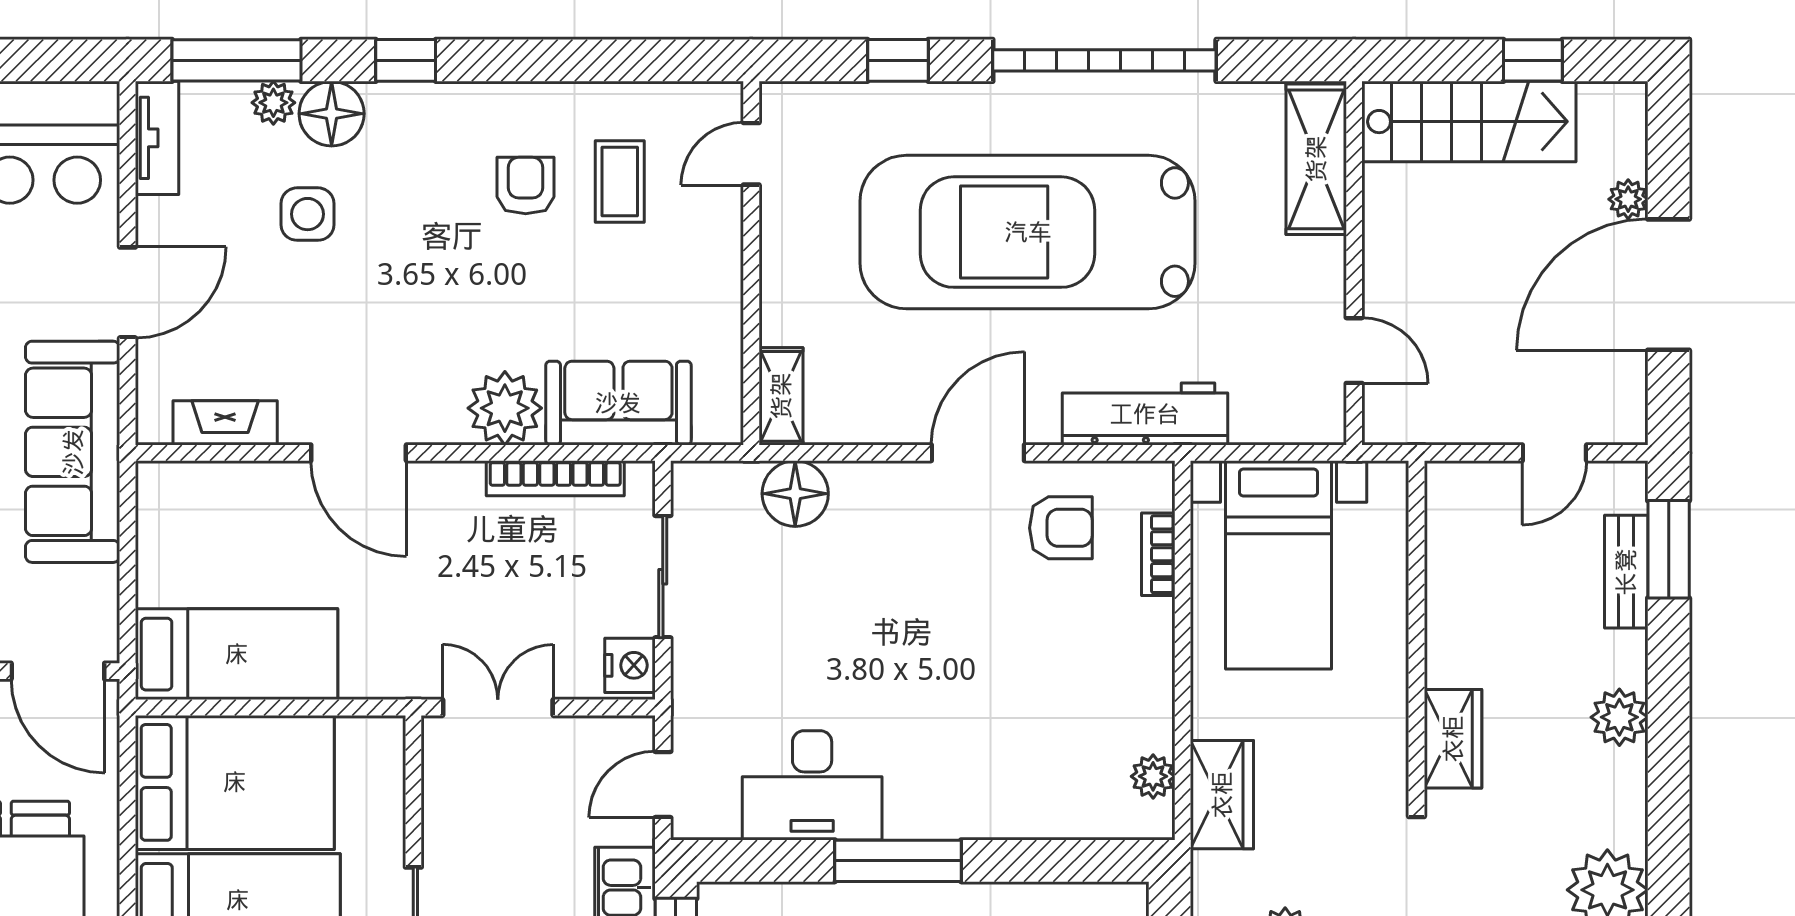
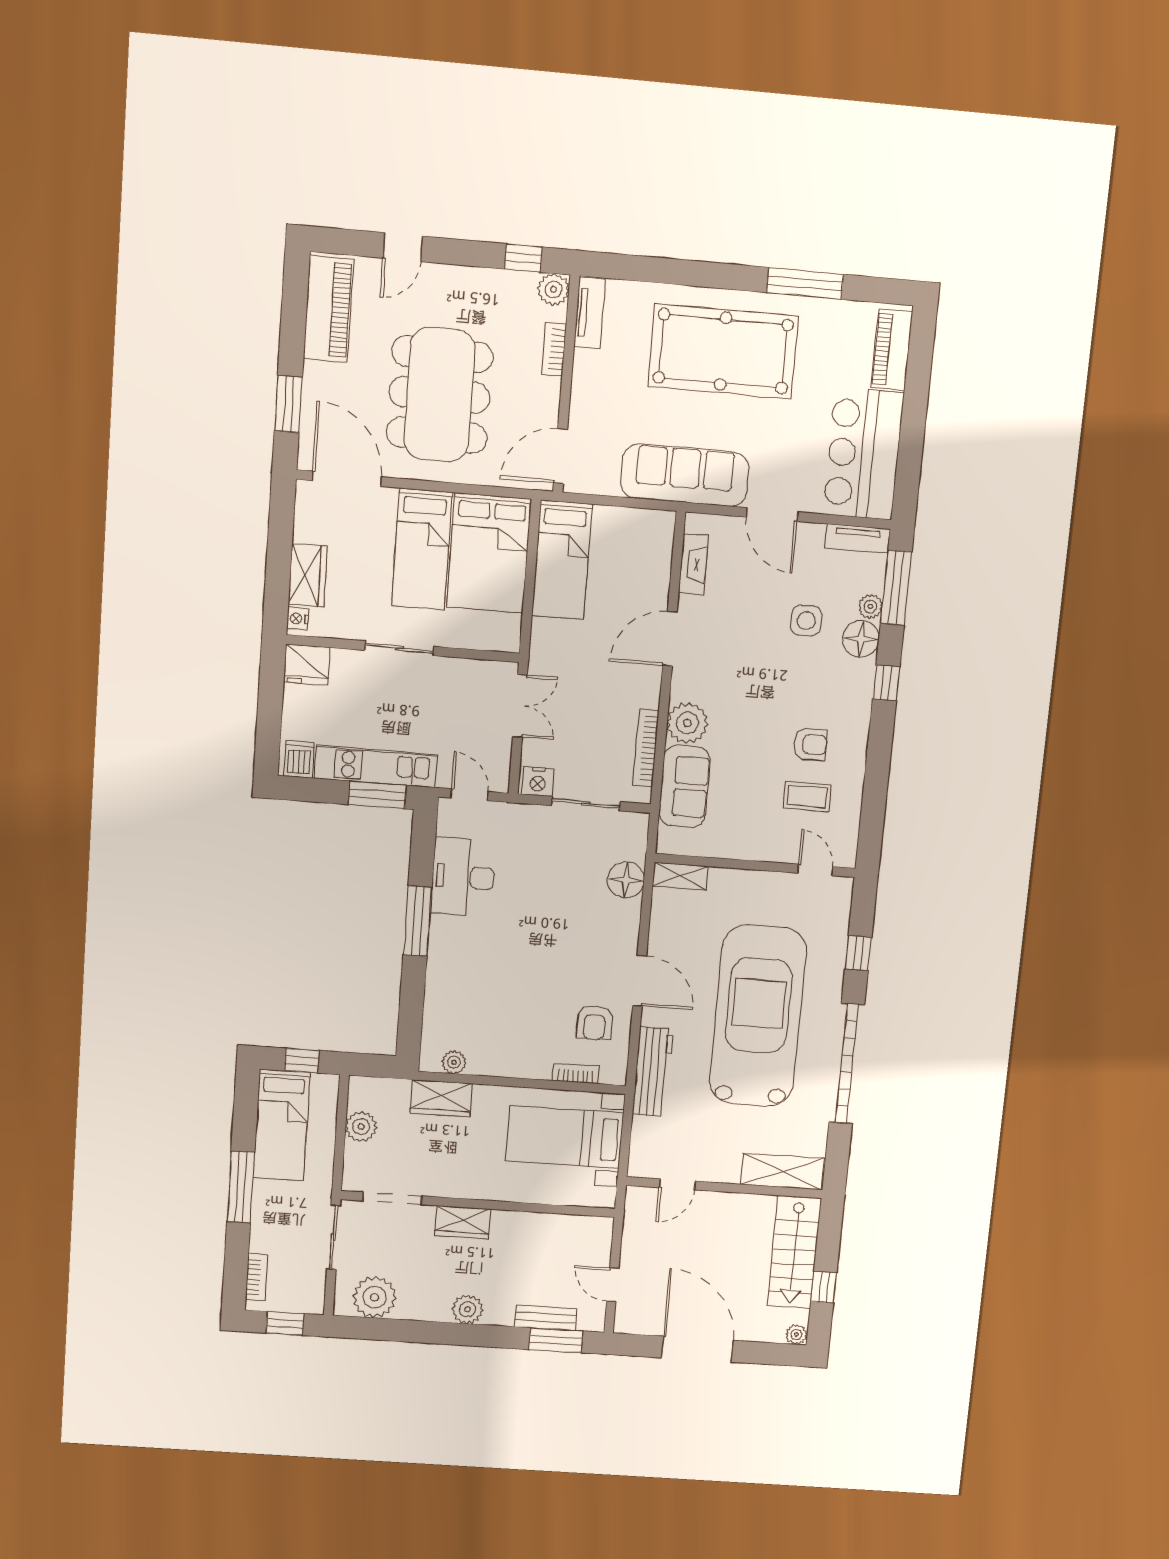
plant: (1628, 199) -> (796, 1335), moved

